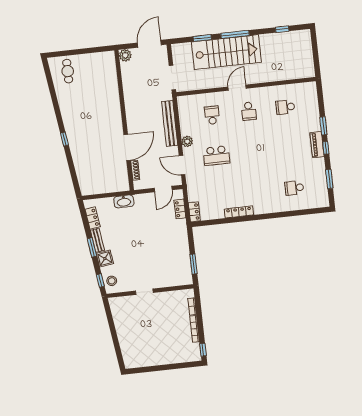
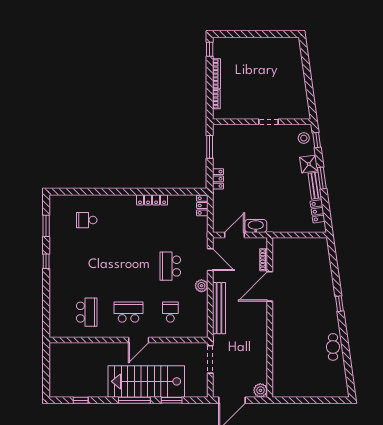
cafe table: (68, 71) -> (333, 347), moved
school desk: (285, 107) -> (87, 312), width x1.85
school desk: (249, 111) -> (128, 312), width x1.85
school desk: (212, 115) -> (170, 312), turned 180
window: (323, 126) -> (46, 286), removed
piano: (317, 145) -> (56, 266), removed
school desk: (216, 156) -> (170, 266), turned -90
school desk: (294, 188) -> (87, 220), turned 180
washbasin: (124, 201) -> (256, 226), moved
locker: (180, 209) -> (218, 179), moved

